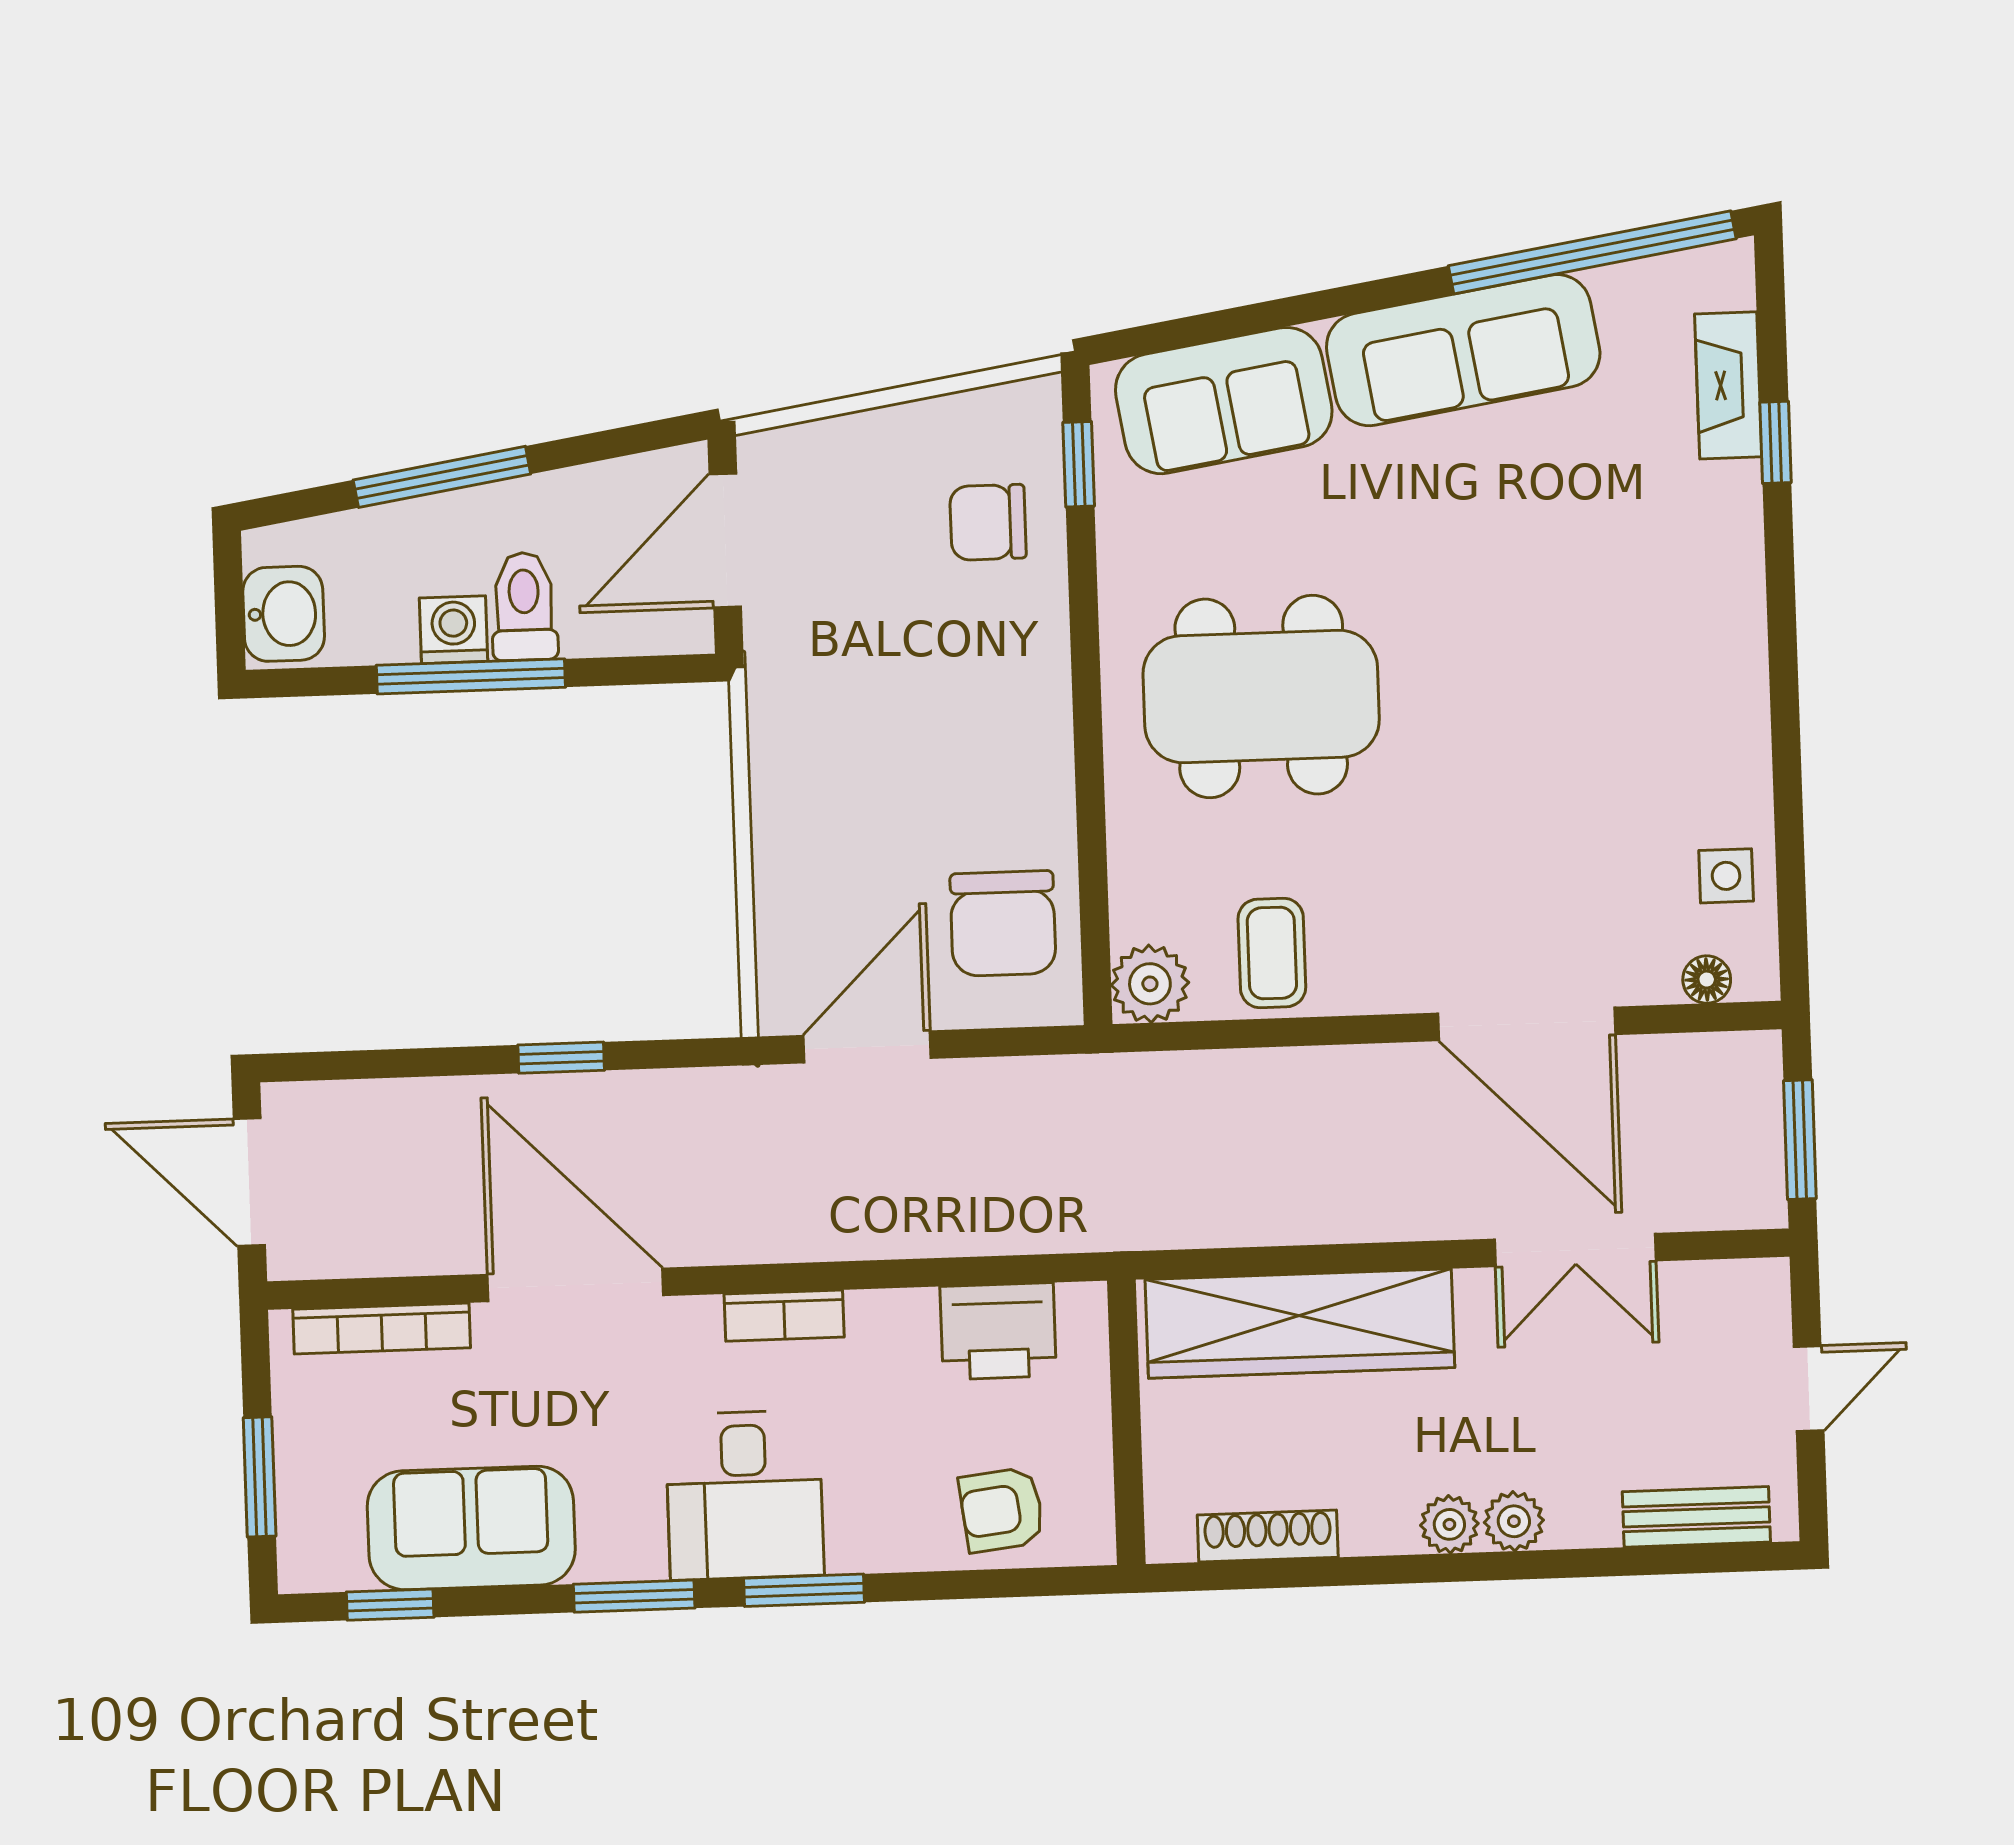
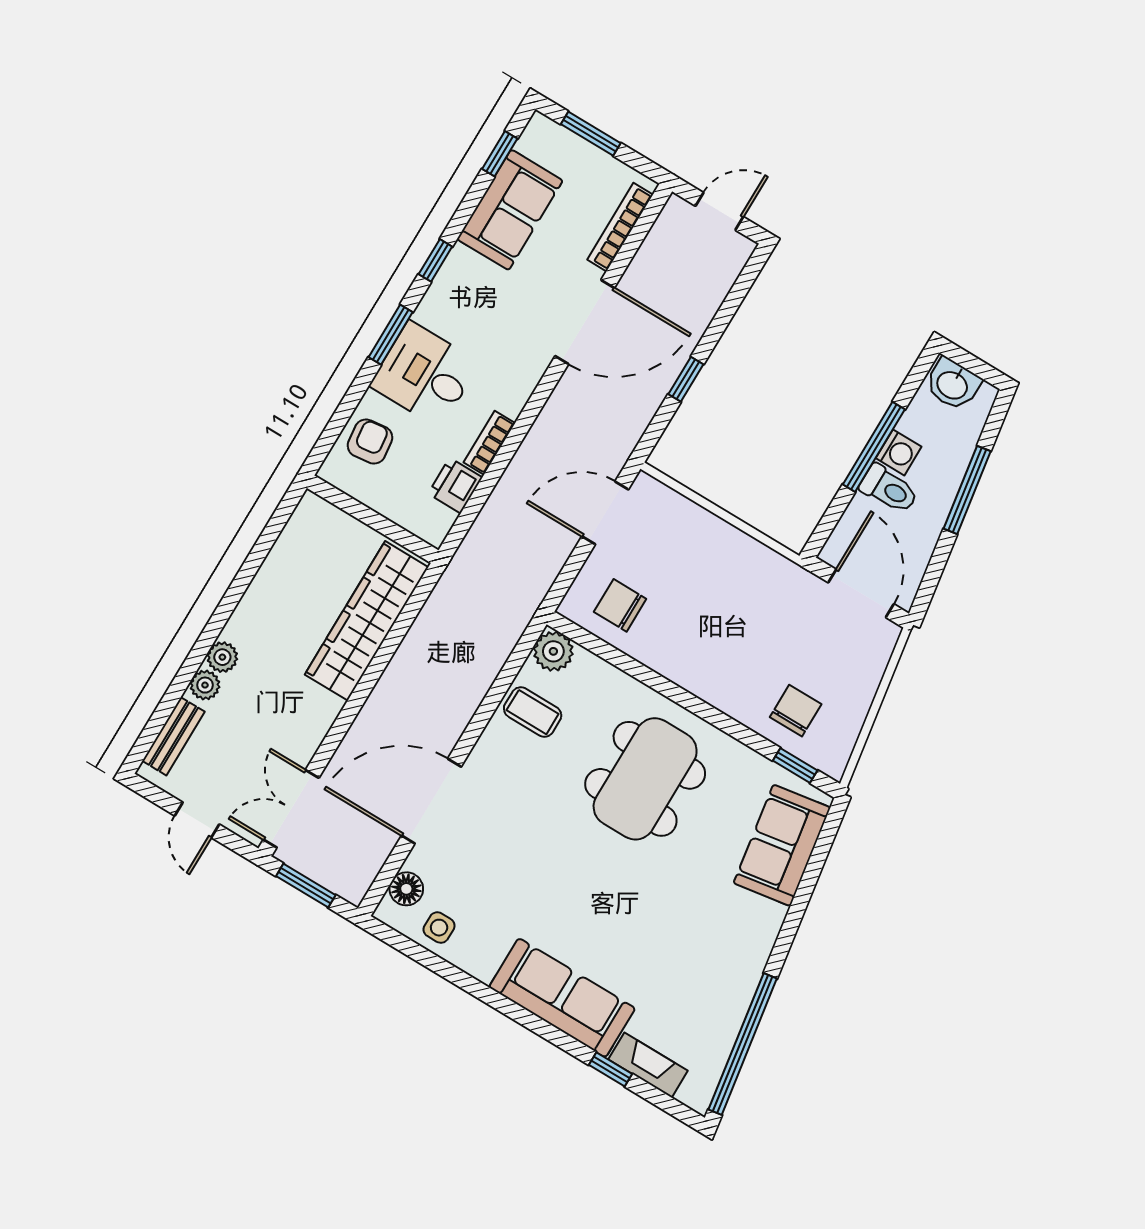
sofa: (1463, 350) -> (562, 998), moved, turned 99
chair: (1003, 923) -> (620, 605), width x0.73, depth x0.73
floor lamp: (1707, 980) -> (406, 889), width x1.37, depth x1.37
door: (867, 1047) -> (605, 513), swing flipped
door: (249, 1182) -> (719, 211), width x0.73
double door: (1575, 1250) -> (291, 809), moved
bookcase: (784, 1316) -> (489, 443), moved
printer: (998, 1331) -> (455, 486), width x0.73, depth x0.81
desk: (745, 1495) -> (425, 374), moved
plant: (1449, 1524) -> (205, 685), moved
shoe rack: (1268, 1536) -> (285, 548), removed
window: (634, 1596) -> (435, 260), width x0.67

